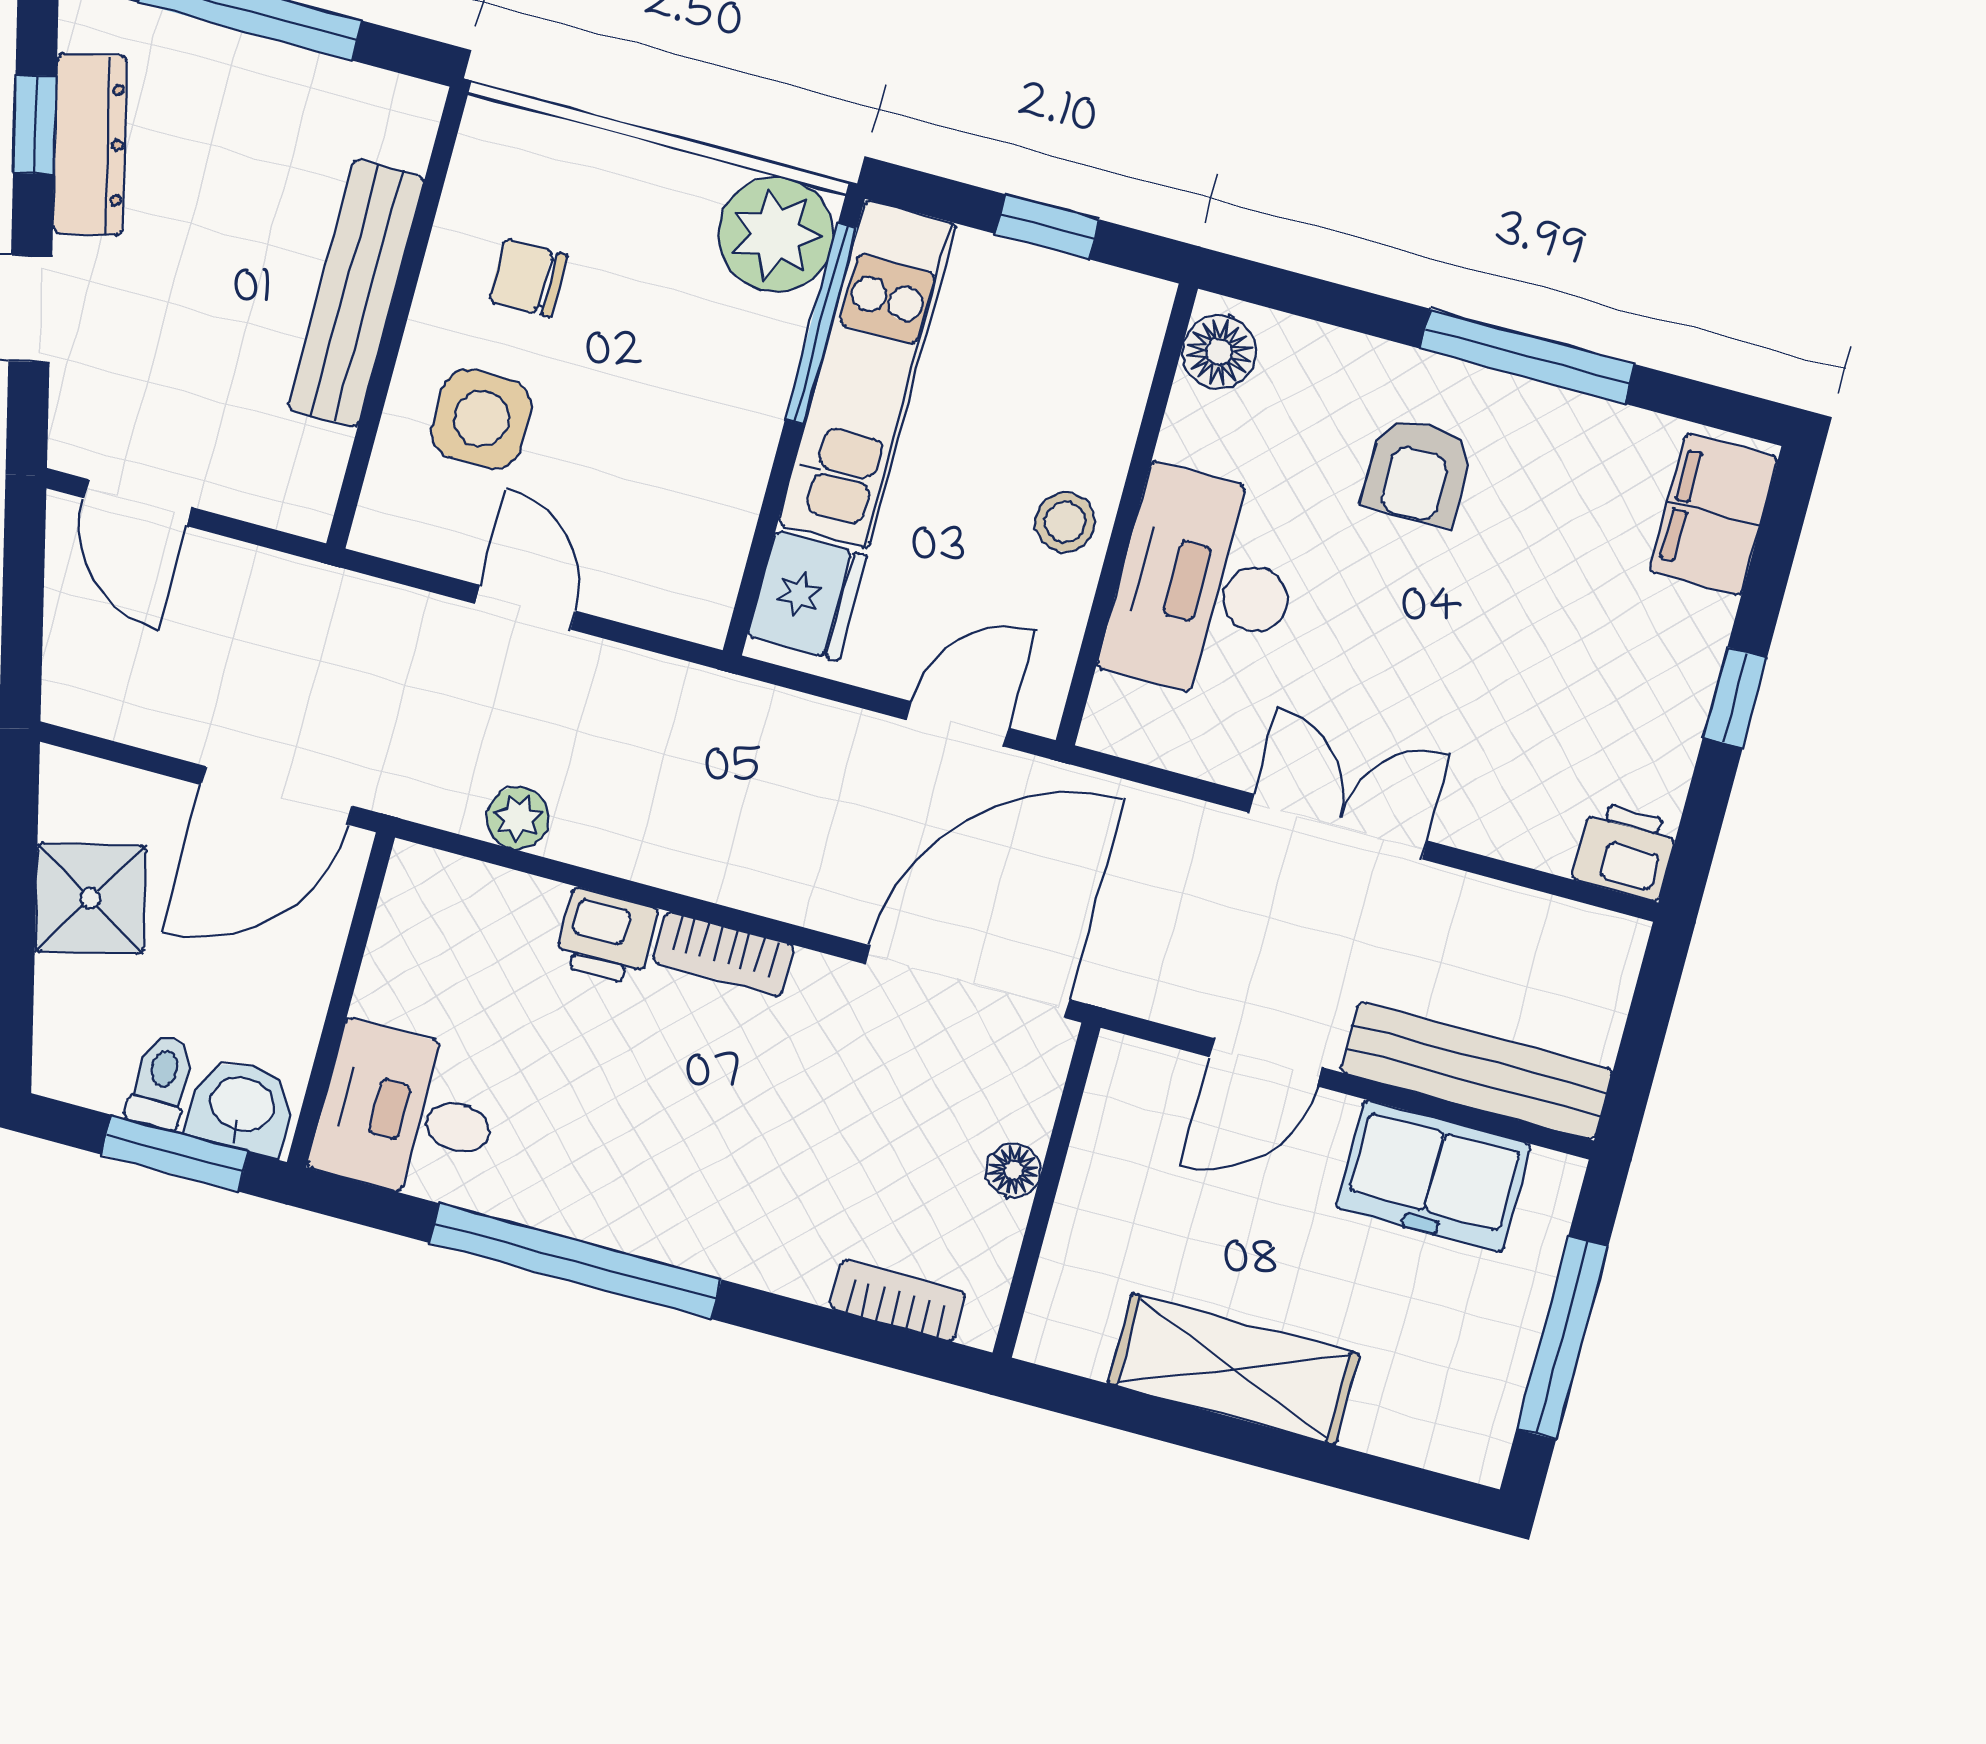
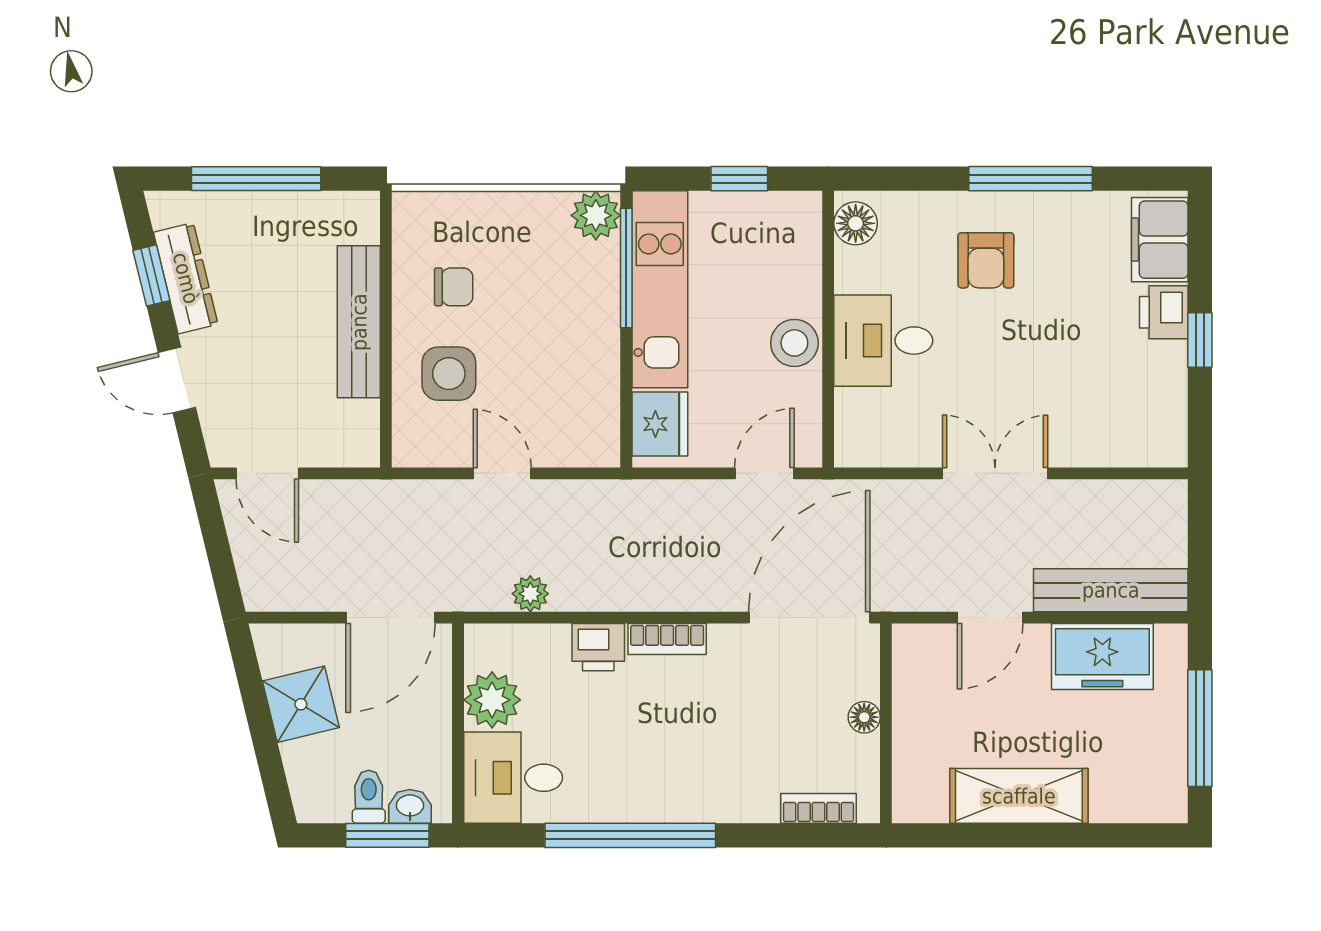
plant: (776, 234) -> (596, 215), width x0.73, depth x0.73
chair: (528, 278) -> (454, 287), turned 180
stool: (1065, 522) -> (794, 343), width x1.37, depth x1.37
desk: (1205, 586) -> (883, 341), width x0.73
printer: (1625, 851) -> (1164, 312), moved, turned -90
plant: (408, 976) -> (492, 700), added
washbasin: (242, 1106) -> (410, 806), width x0.72, depth x0.69

